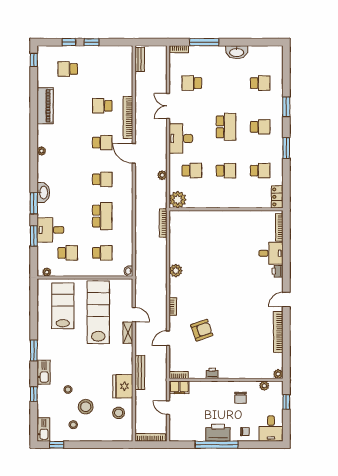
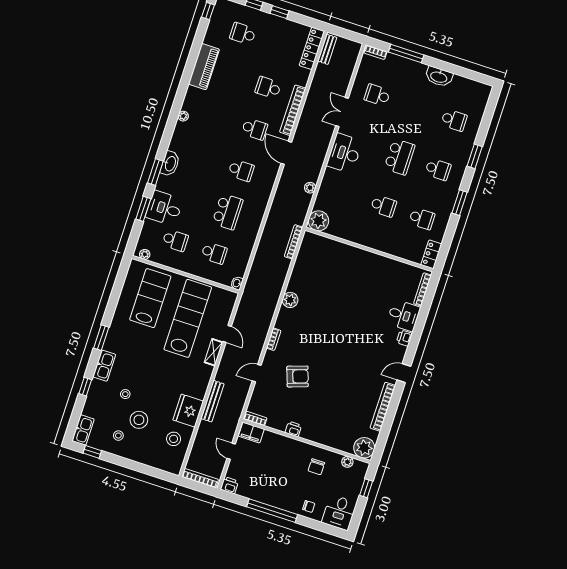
locker: (127, 63) -> (312, 48), added
school desk: (192, 171) -> (345, 193), removed
plant: (278, 374) -> (364, 448), width x1.88, depth x1.88
printer: (218, 433) -> (229, 485), moved, width x0.53, depth x0.68

